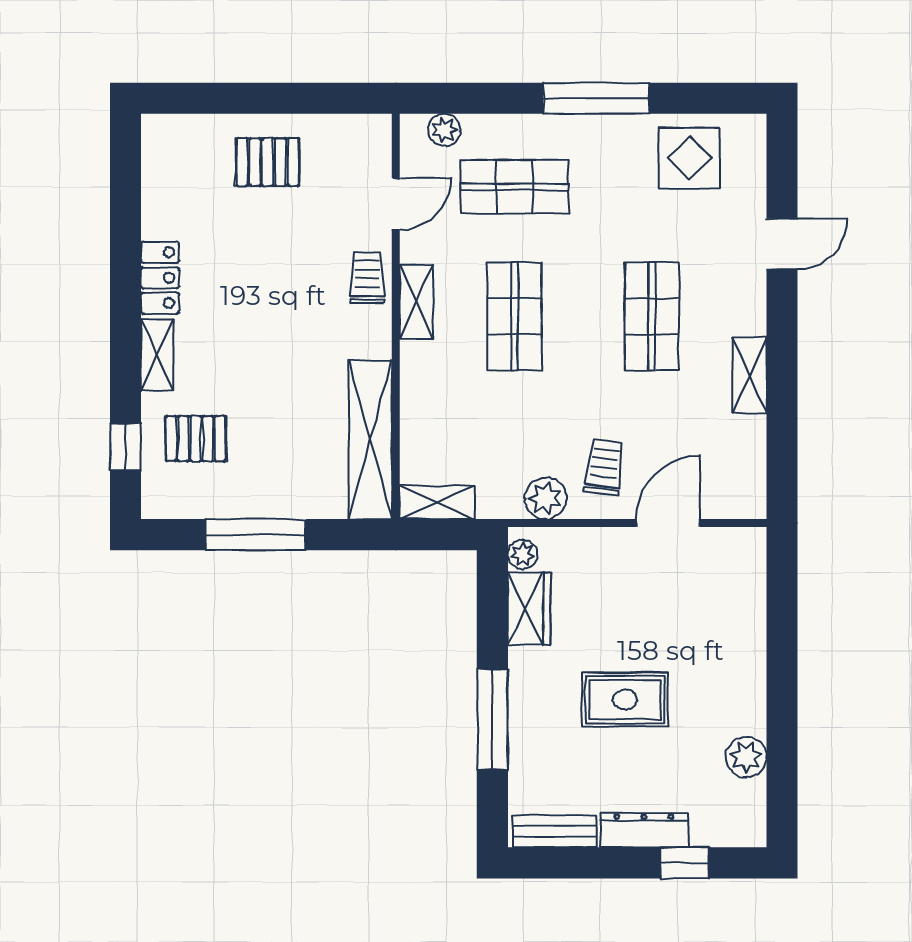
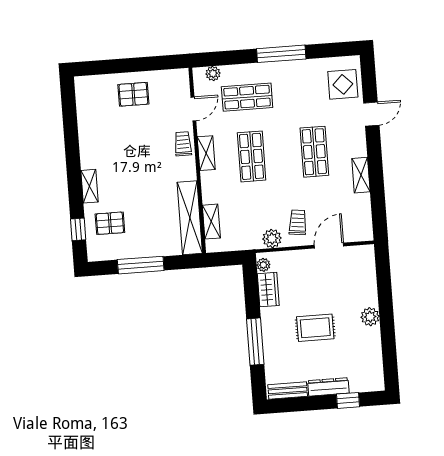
display table: (689, 158) -> (343, 84), moved
locker: (160, 278) -> (88, 151), removed
shelving: (437, 502) -> (211, 222), moved, turned 90
plant: (746, 757) -> (370, 317), moved

